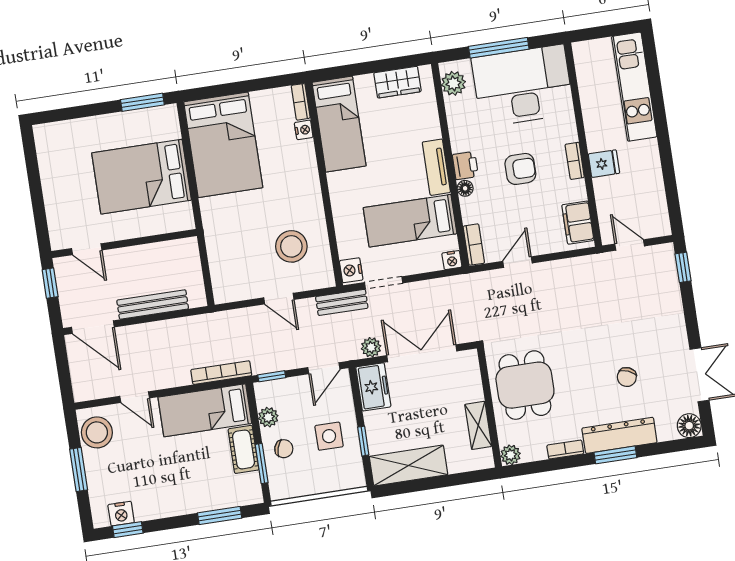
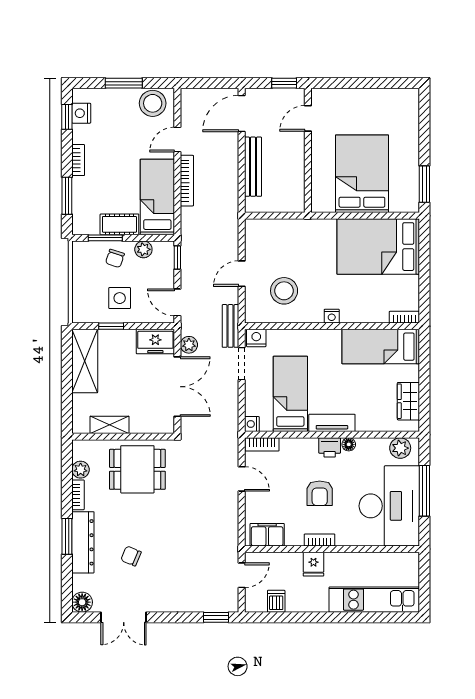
nightstand: (304, 130) -> (332, 316), moved
floor lamp: (465, 188) -> (349, 444), moved
dishwasher: (654, 200) -> (276, 601), added
bookcase: (221, 373) -> (187, 181), moved
plant: (511, 455) -> (81, 470), moved
bookcase: (176, 509) -> (78, 160), added

